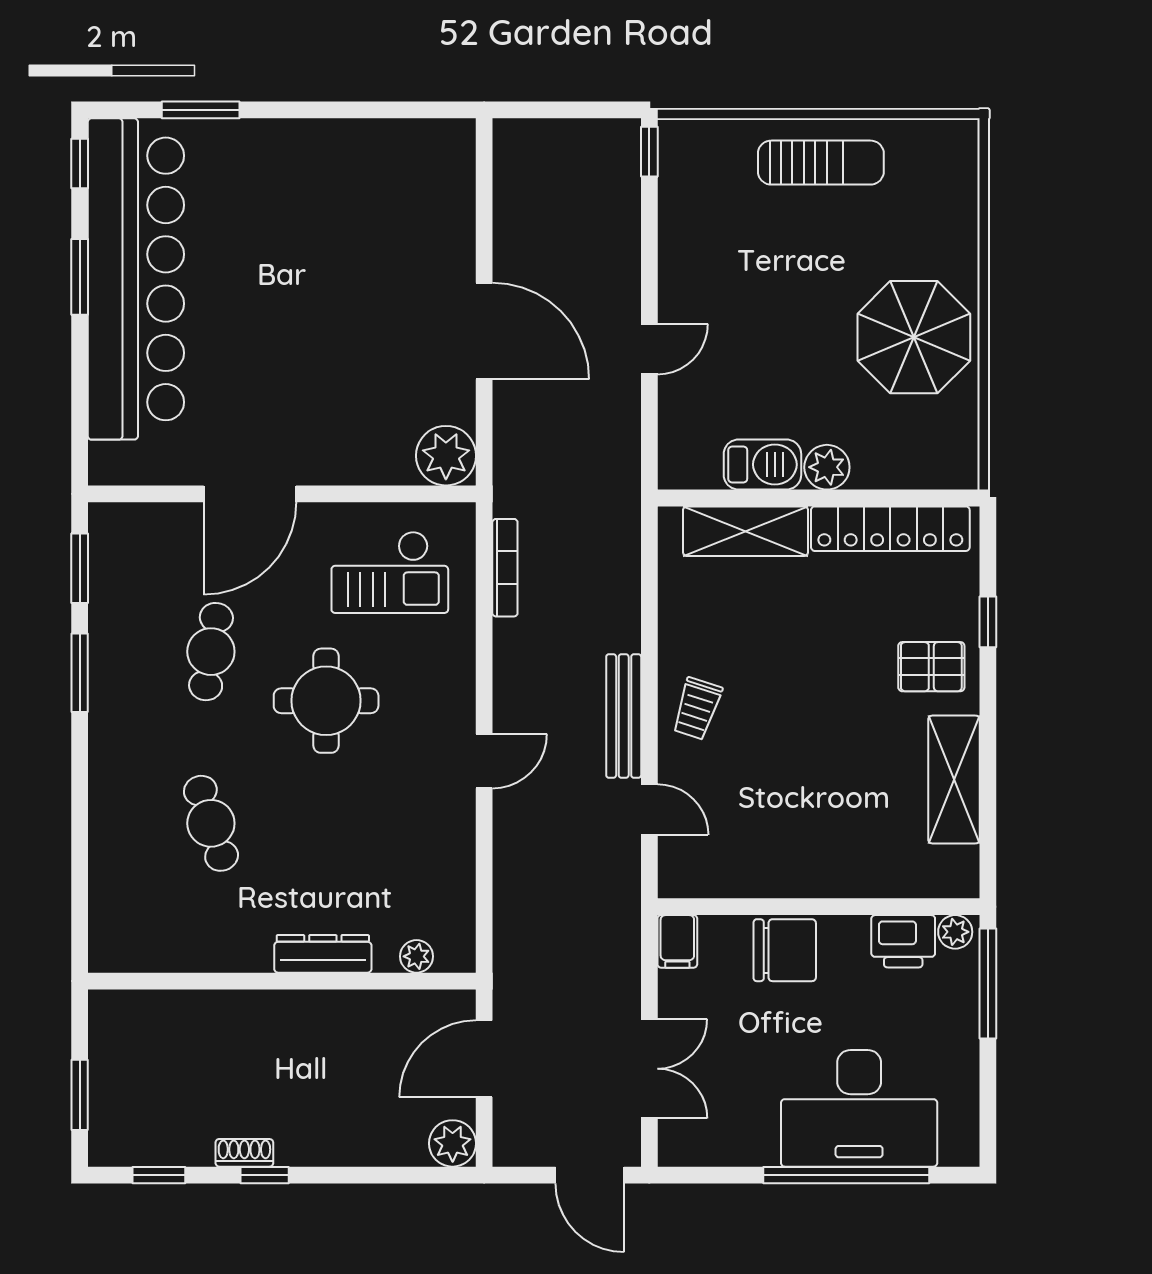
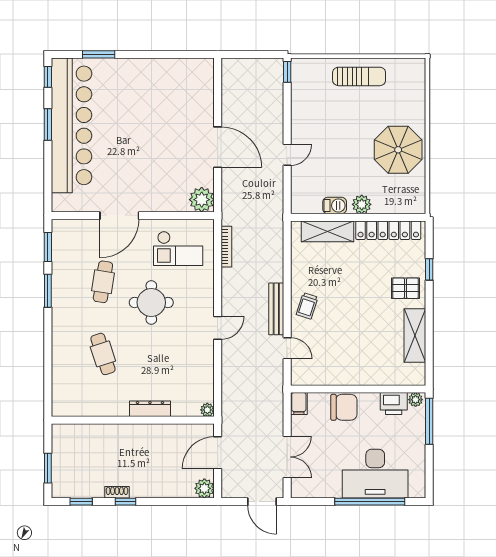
barbecue: (762, 465) -> (335, 206), width x0.73, depth x0.79
plant: (417, 956) -> (207, 410), moved

